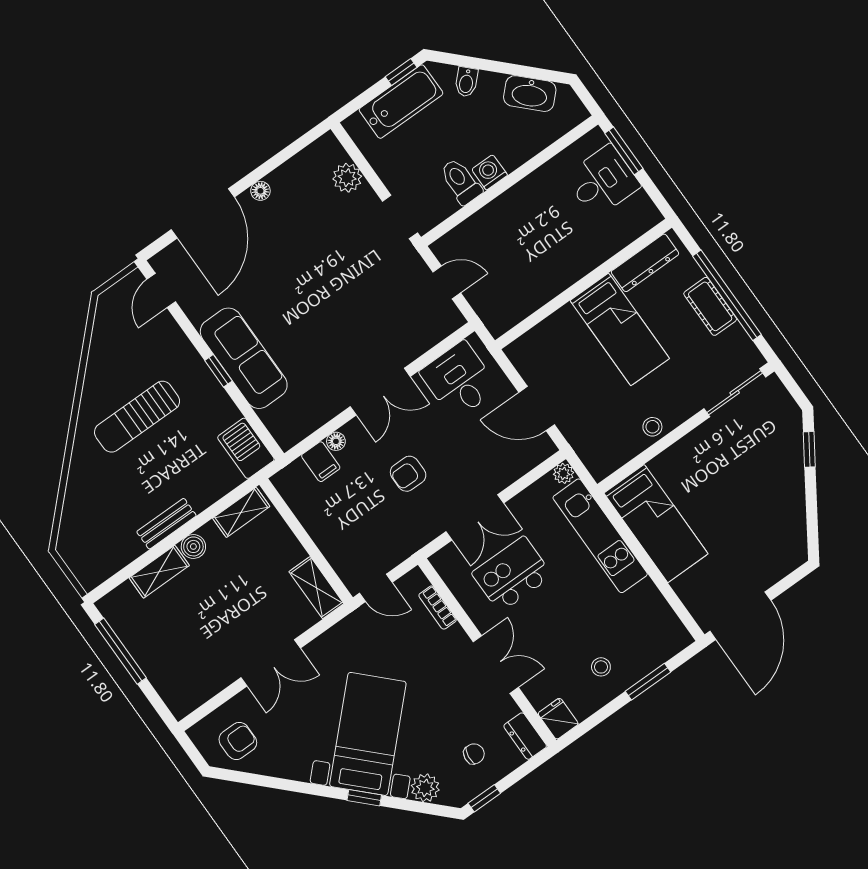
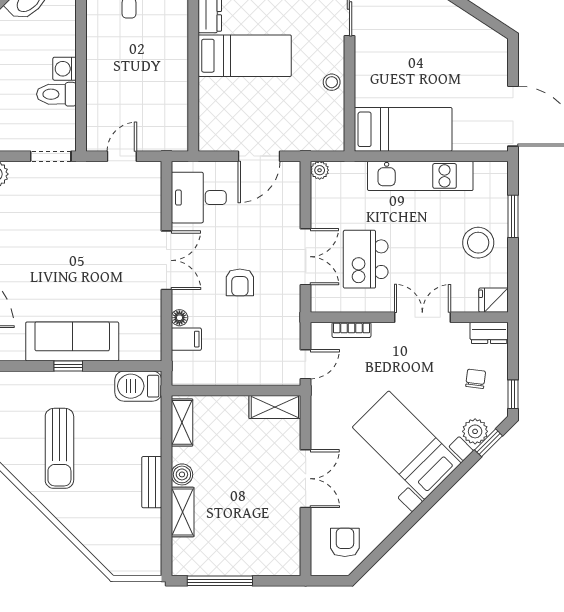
kitchen unit: (600, 536) -> (420, 176), moved
stool: (601, 667) -> (478, 243), width x1.89, depth x1.89
window: (364, 798) -> (489, 443), moved

